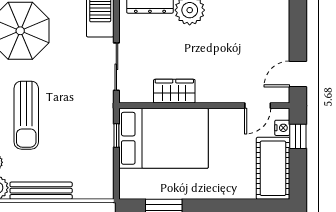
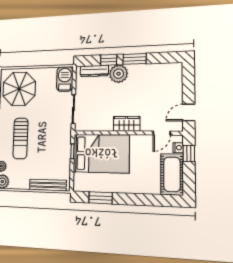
wardrobe: (174, 91) -> (127, 124), moved
bench: (41, 191) -> (48, 185), moved

